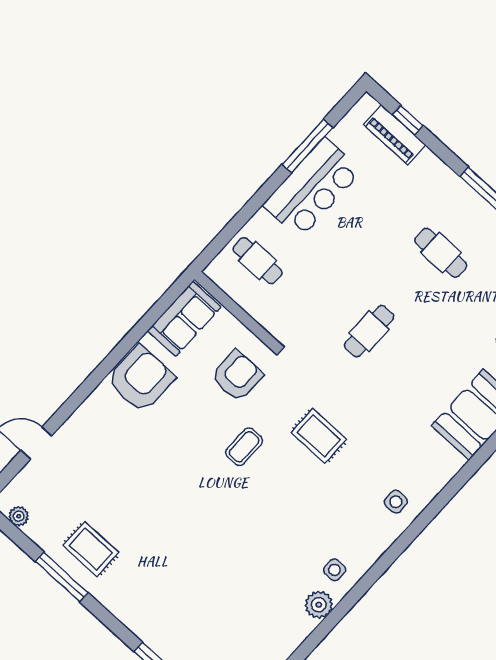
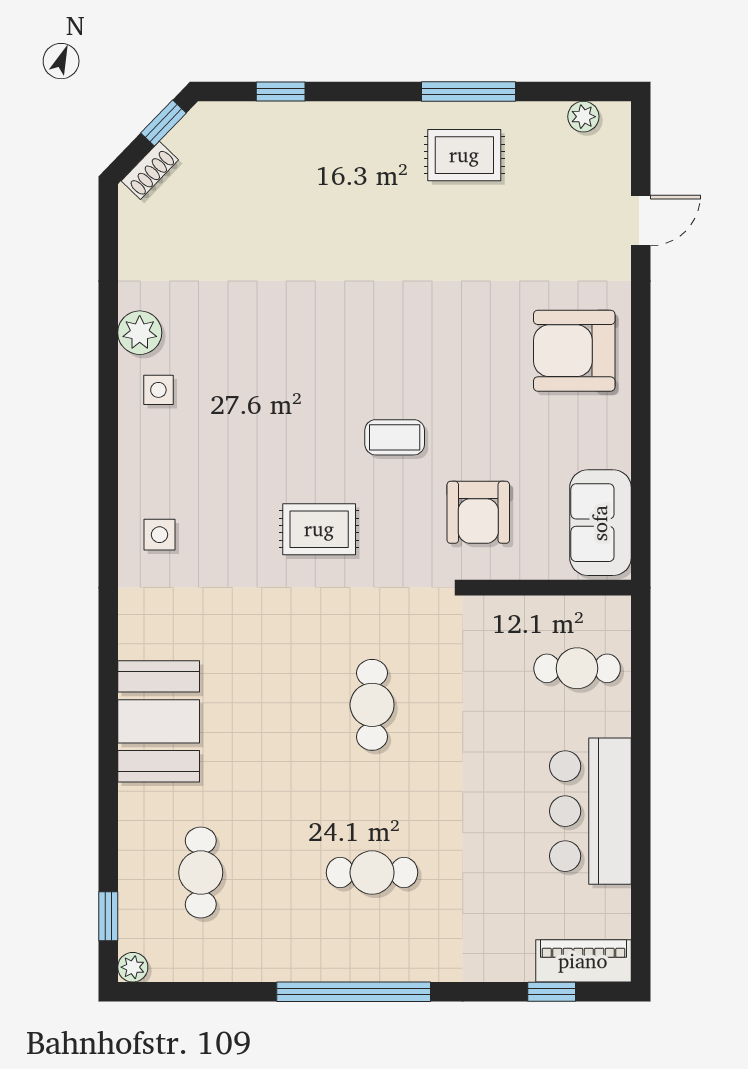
piano: (395, 135) -> (583, 961), moved
window: (308, 146) -> (641, 855), removed
armchair: (141, 379) -> (574, 351), moved, turned 90
coffee table: (244, 447) -> (395, 437), turned 90

